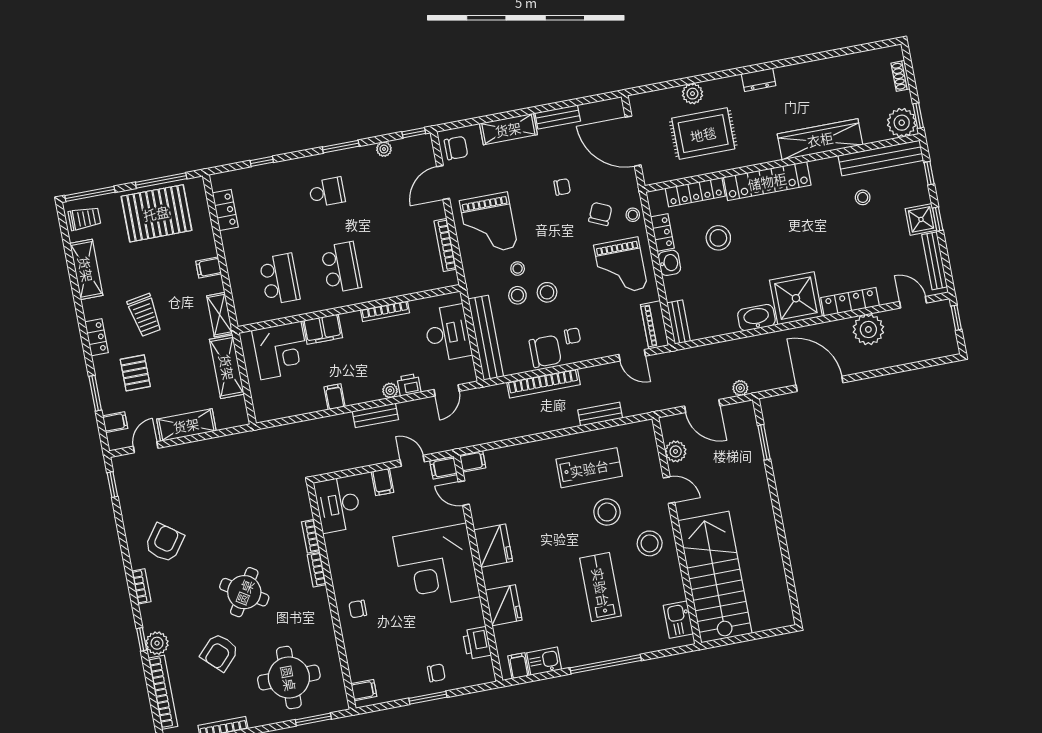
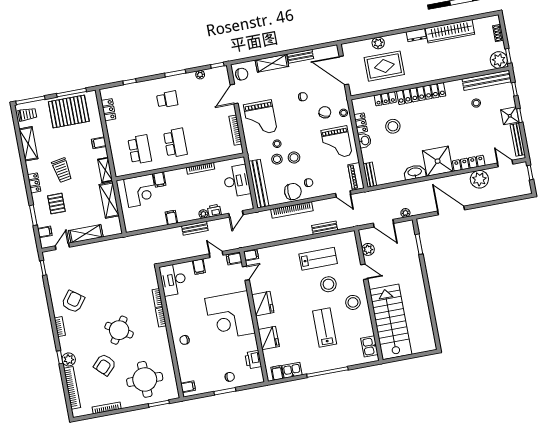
wardrobe: (820, 139) -> (450, 31), moved, turned 180
locker: (695, 192) -> (385, 99), width x0.66
filing cabinet: (323, 329) -> (159, 179), width x0.50
door: (464, 493) -> (246, 273), swing flipped

